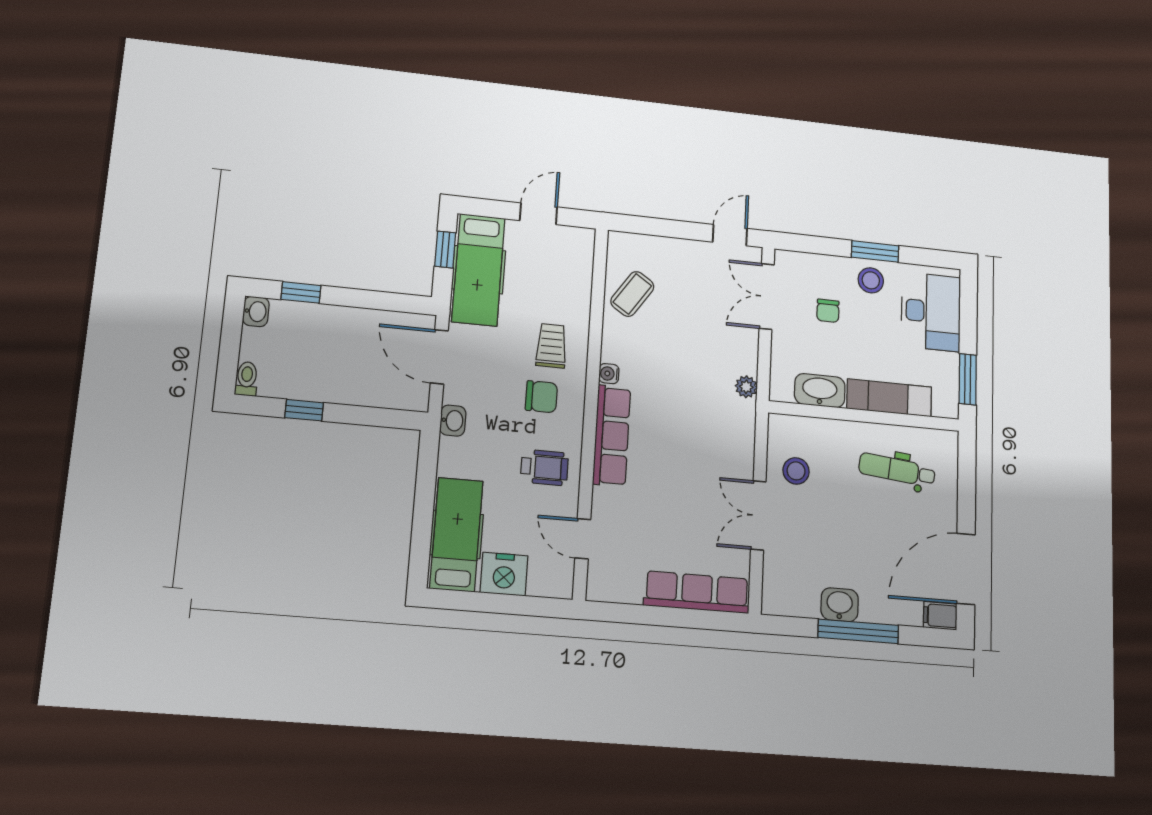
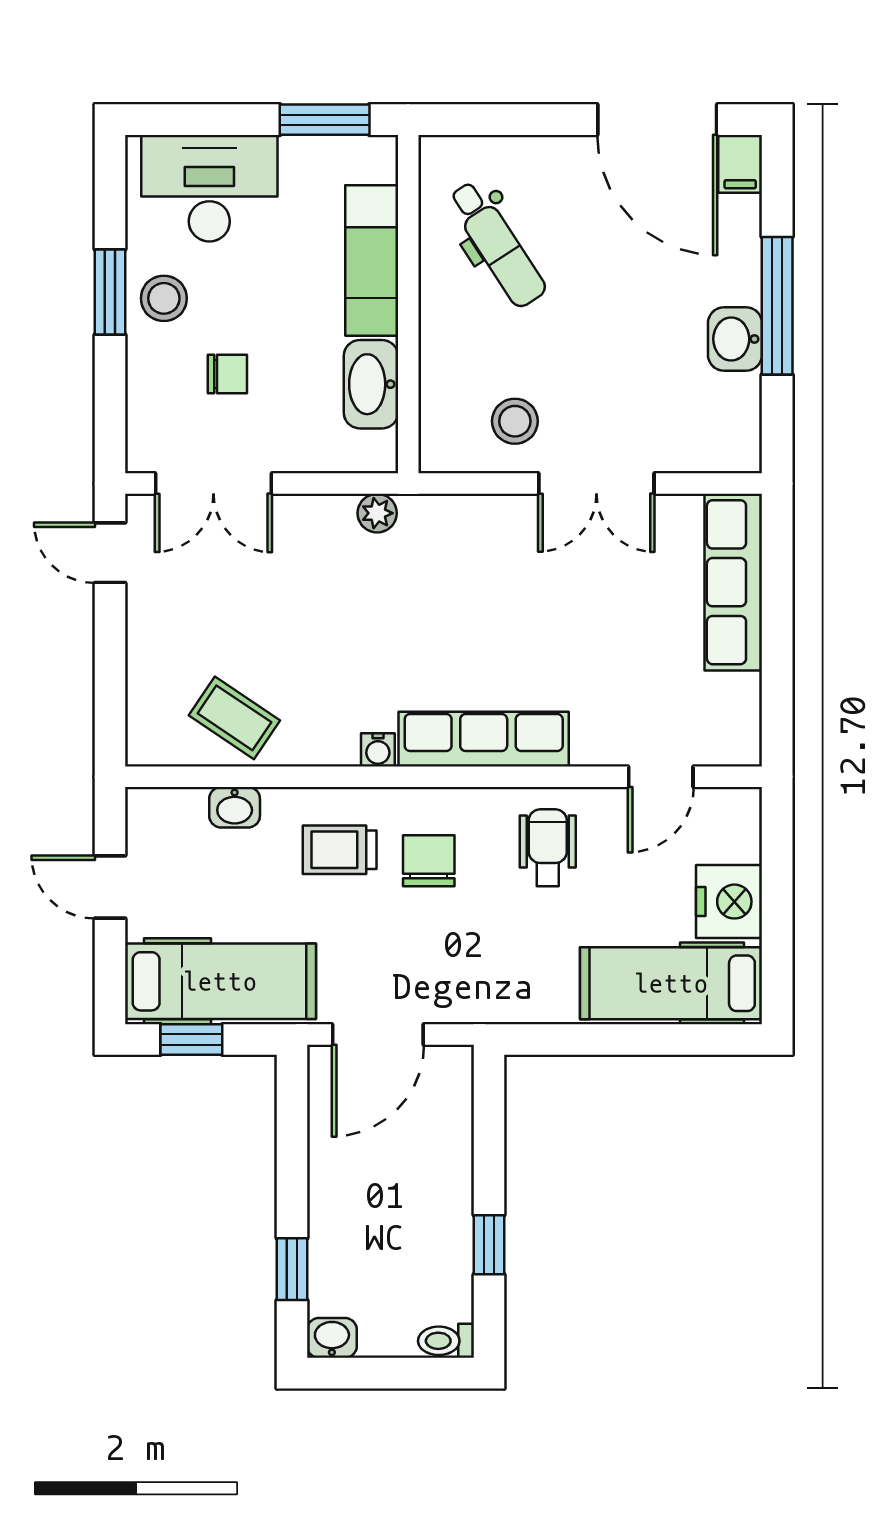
washbasin: (453, 421) -> (235, 807), moved, turned 180
dental chair: (897, 470) -> (497, 244), turned -39

